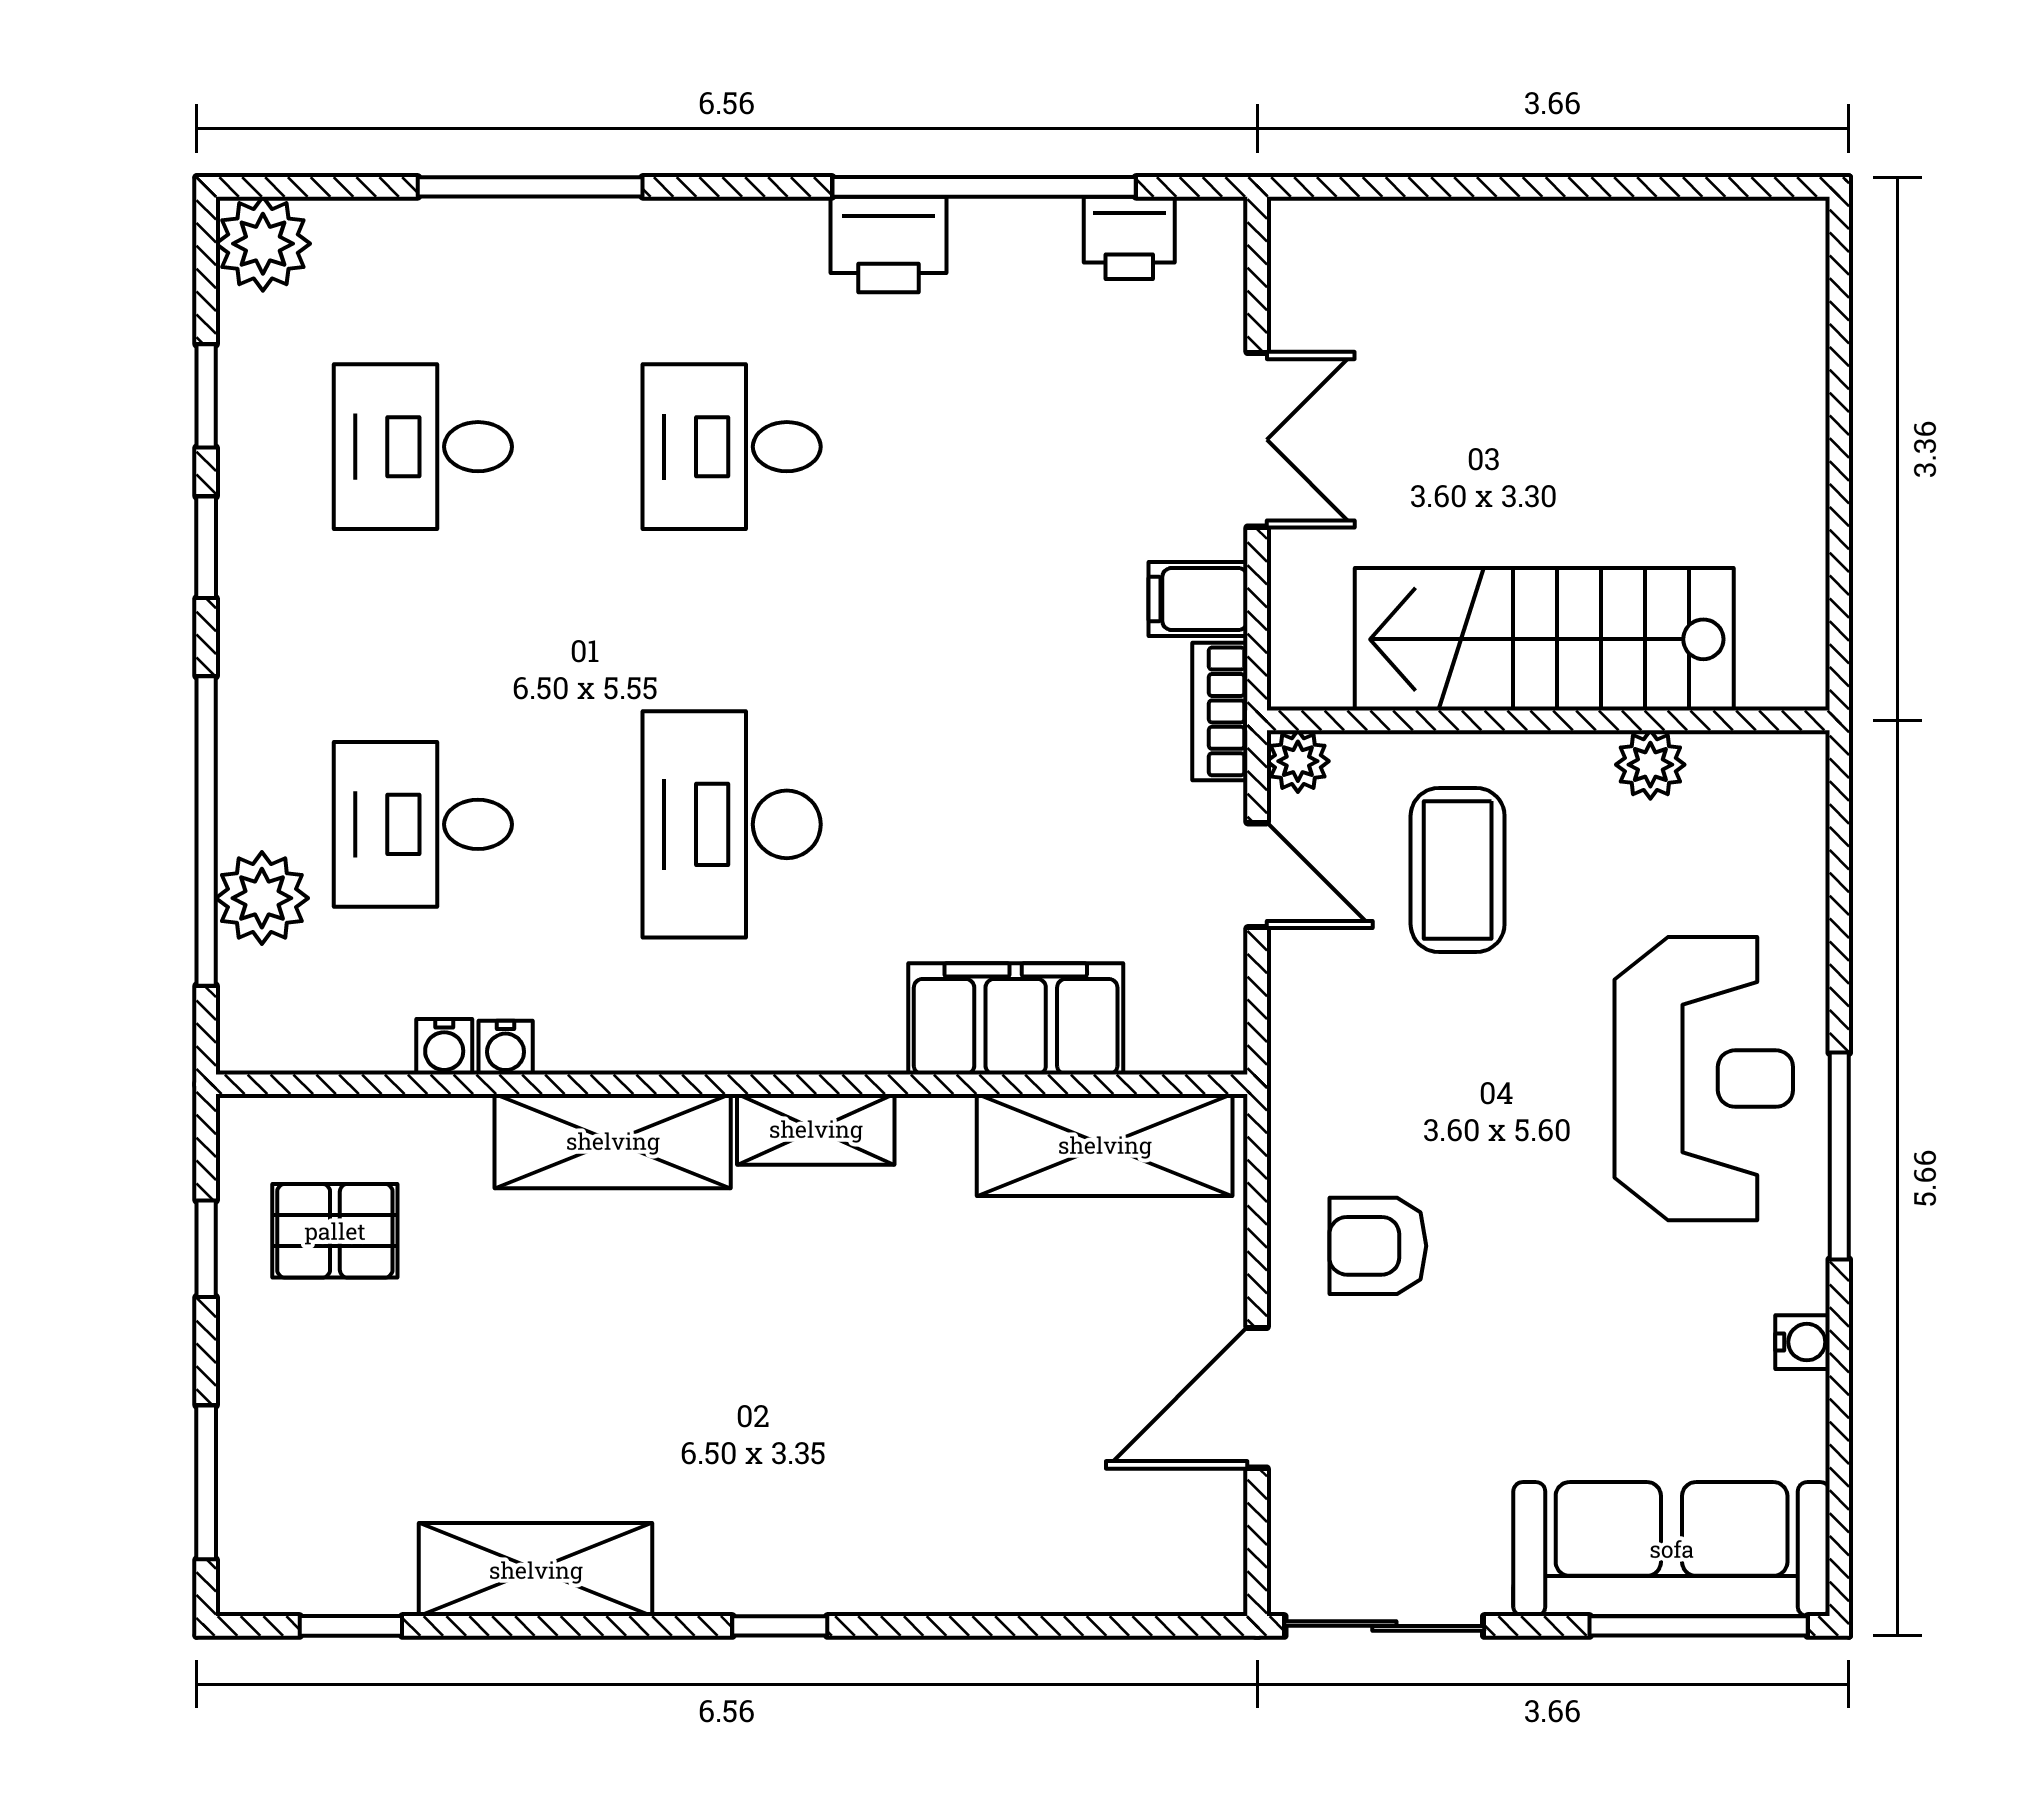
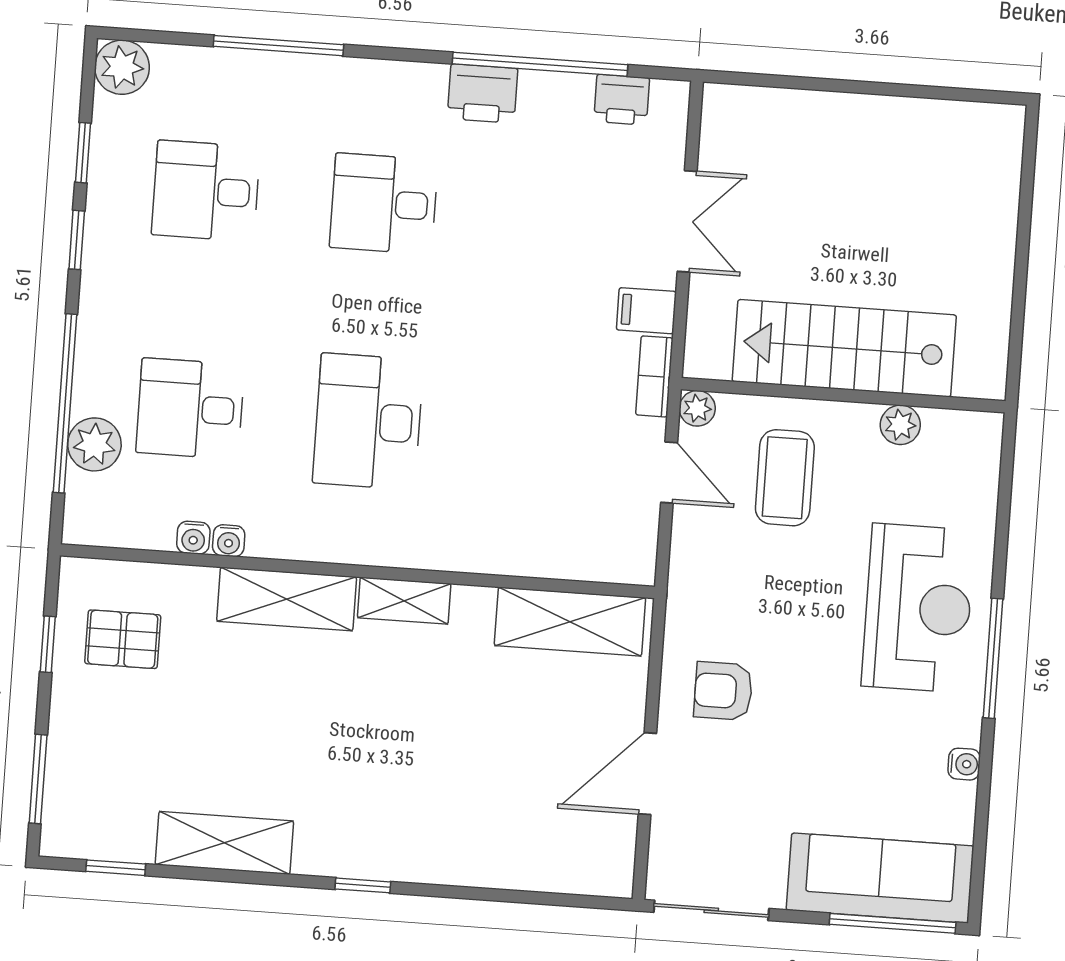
filing cabinet: (1016, 1019) -> (524, 545), removed

